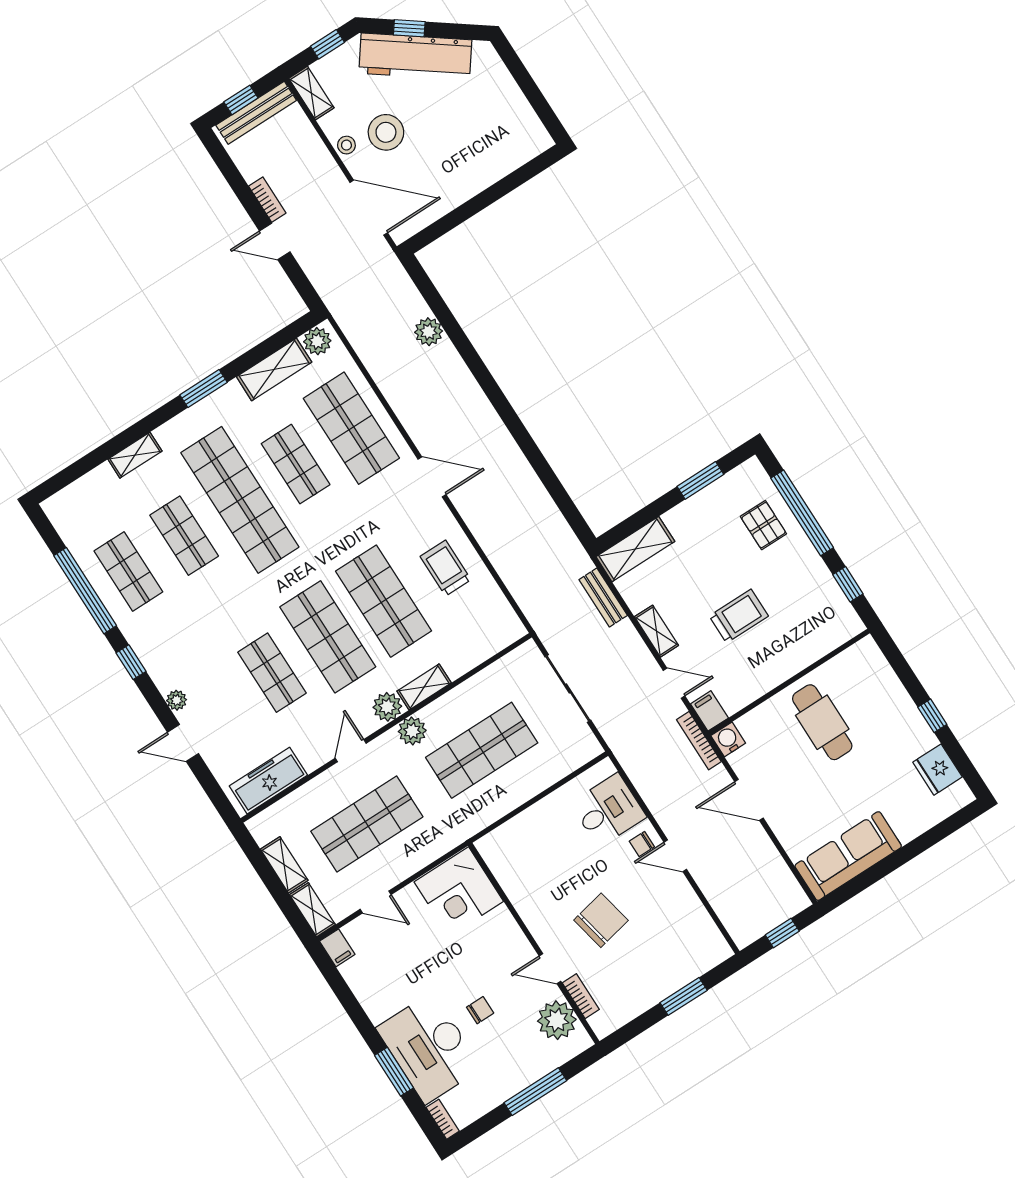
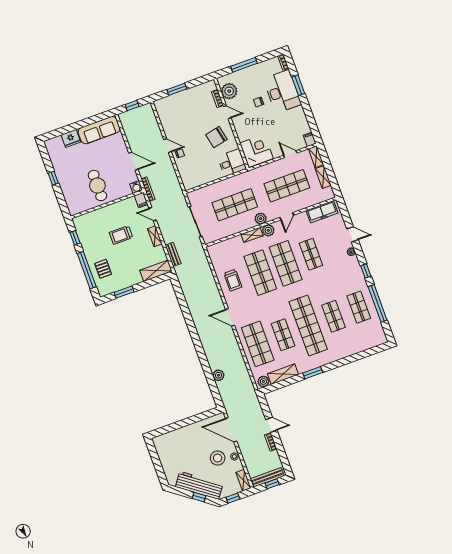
shelving: (135, 455) -> (346, 353), removed
fridge: (938, 770) -> (71, 138), moved, turned 90
desk: (608, 810) -> (232, 163), moved, turned 180
chair: (601, 920) -> (216, 137), moved

